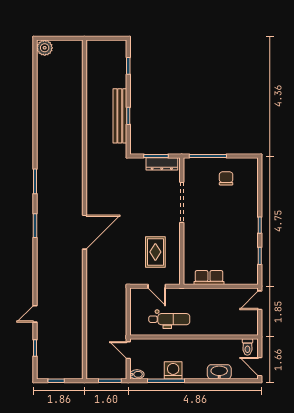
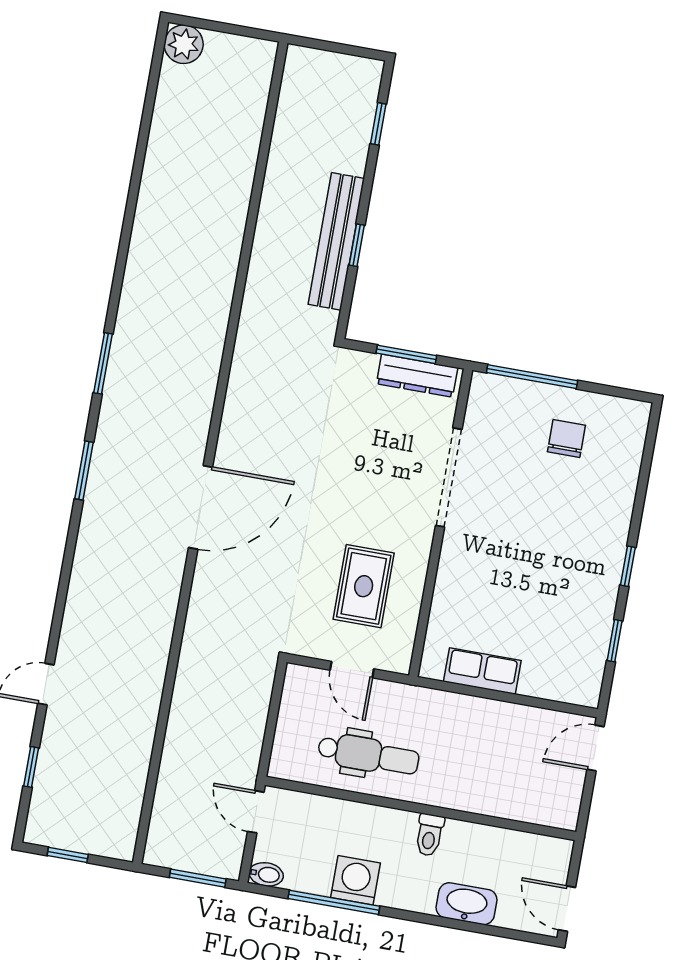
toilet: (247, 347) -> (429, 835), moved

